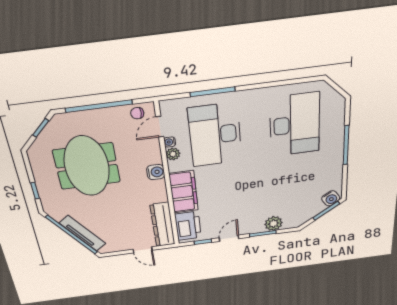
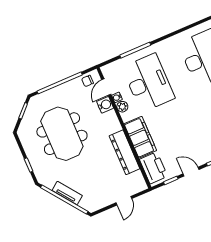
desk: (215, 135) -> (148, 83), turned 180
water cooler: (156, 172) -> (105, 105), moved
dresser: (163, 225) -> (124, 152), moved
tv unit: (83, 233) -> (67, 193), width x0.71
door: (229, 238) -> (191, 172), hinge flipped
door: (143, 250) -> (124, 201), hinge flipped

